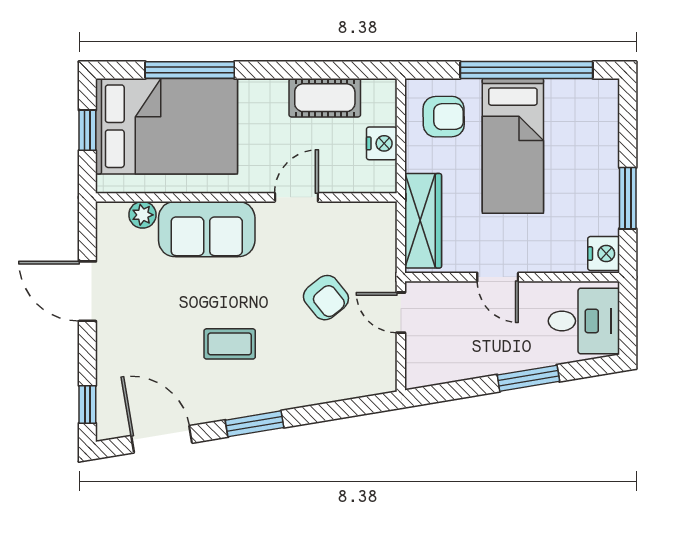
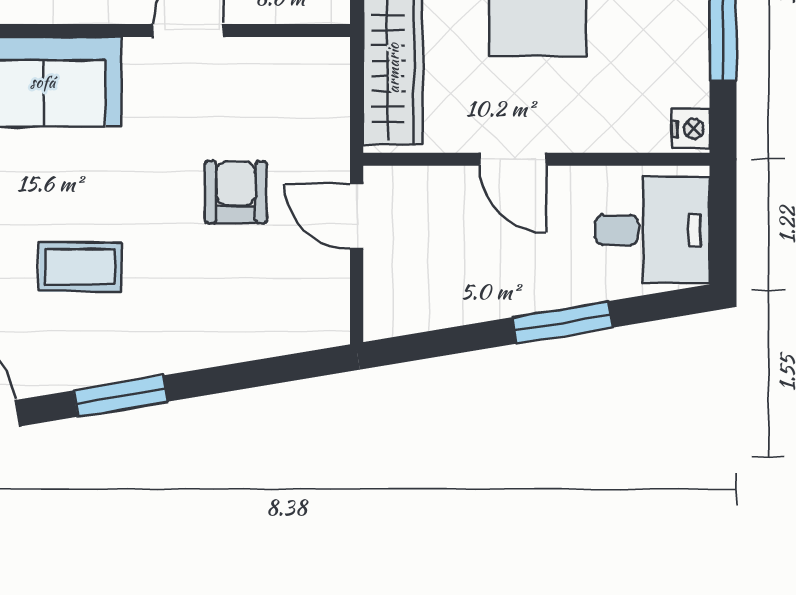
nightstand: (604, 254) -> (691, 129), width x0.72, depth x0.74
armchair: (326, 298) -> (236, 192), turned -141

